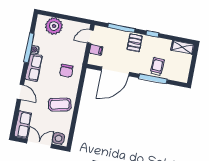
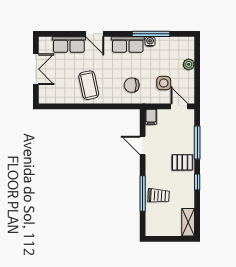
plant: (54, 26) -> (189, 64), width x0.53, depth x0.53
filing cabinet: (96, 50) -> (151, 117), moved
door: (115, 71) -> (143, 145), width x0.53
door: (20, 92) -> (95, 34), hinge flipped
row of seats: (23, 125) -> (69, 45), moved
side table: (59, 138) -> (164, 83), moved

